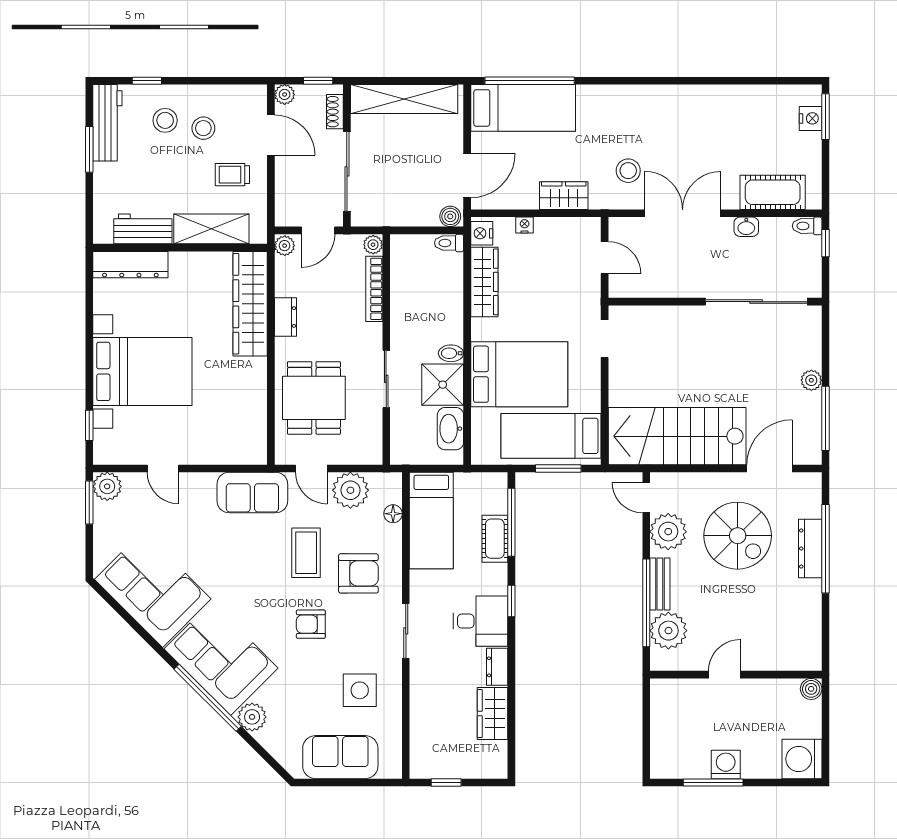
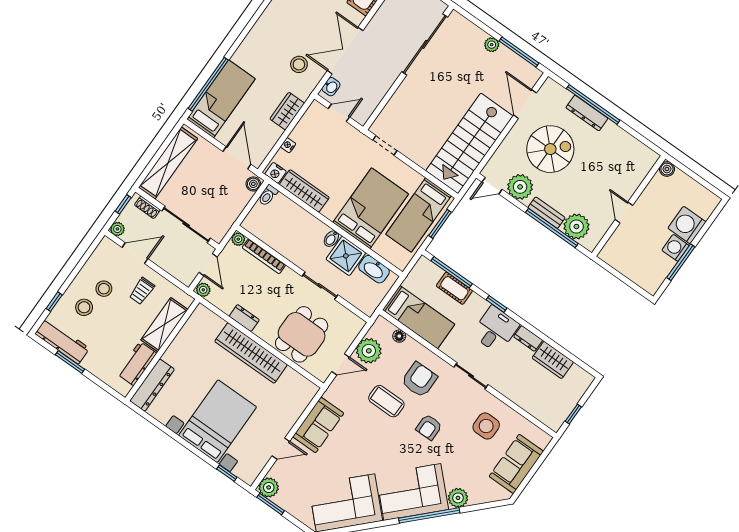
washbasin: (746, 227) -> (331, 87), moved
wardrobe: (250, 304) -> (251, 353), moved
dining table: (314, 398) -> (302, 334), turned 90
sofa: (252, 493) -> (318, 425), moved
washing machine: (802, 759) -> (687, 225), moved, turned 90

